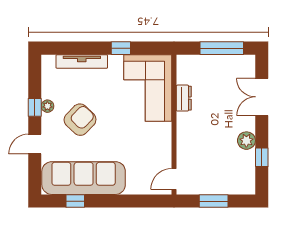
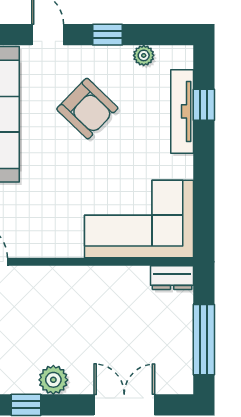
window: (121, 48) -> (204, 105), moved
dresser: (184, 98) -> (172, 278), moved
plant: (47, 106) -> (144, 55), moved

